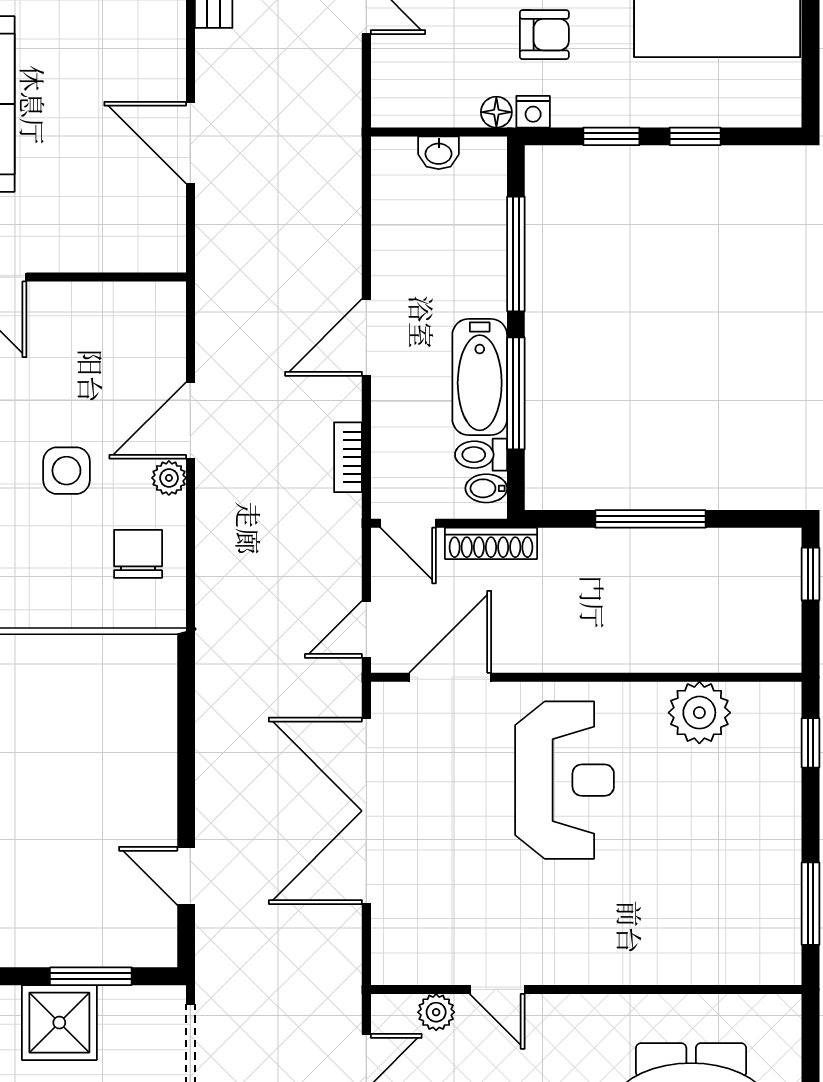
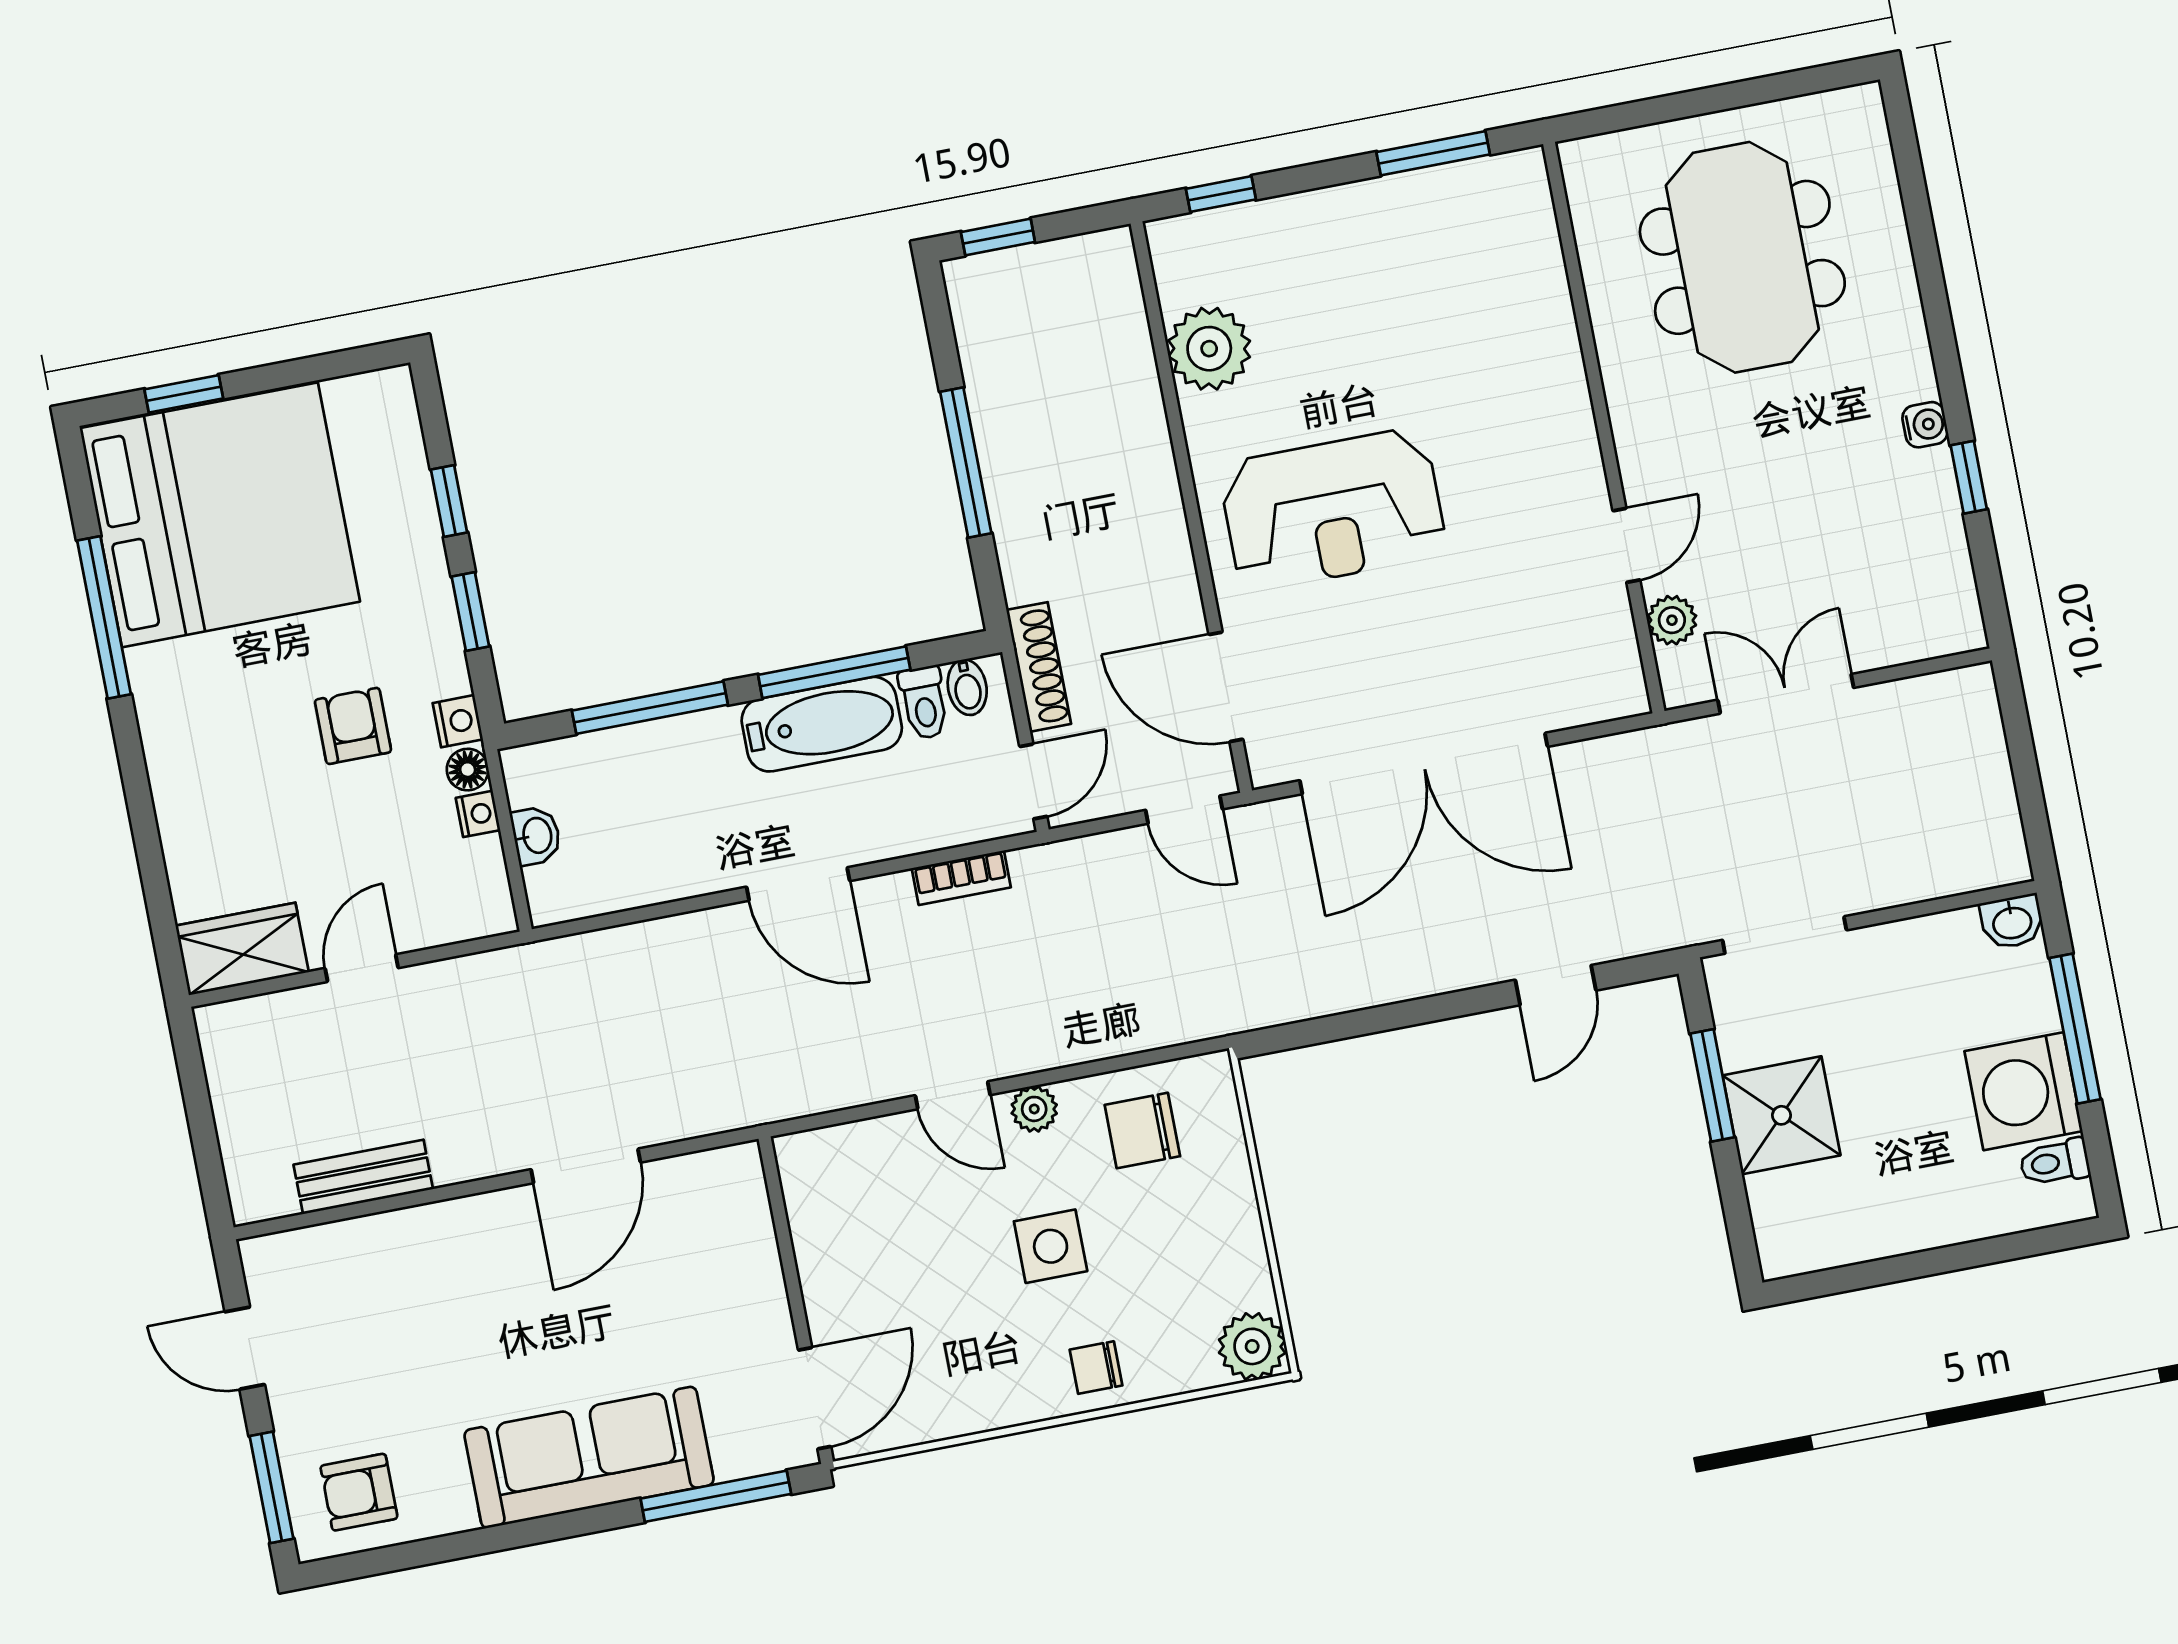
nightstand: (463, 113) -> (478, 814), added
door: (190, 420) -> (953, 1095), width x0.73
reception desk: (565, 780) -> (1333, 510), turned 180

